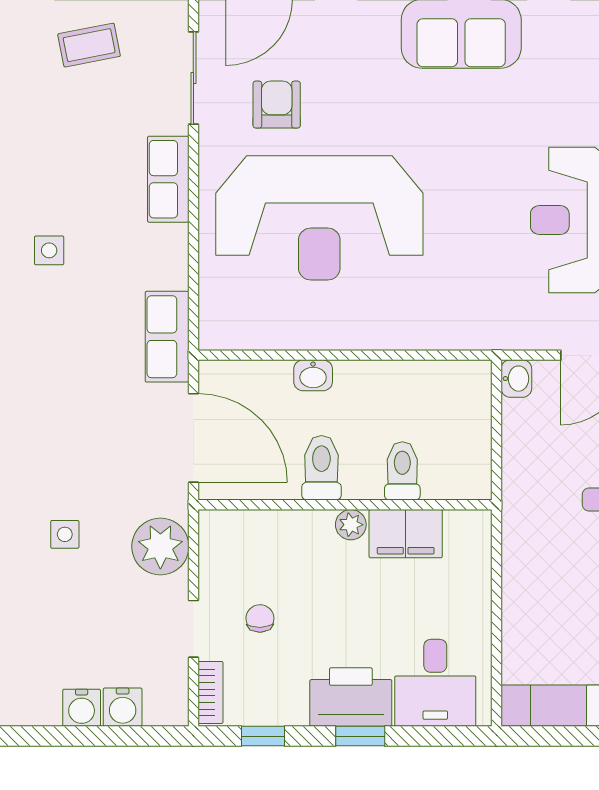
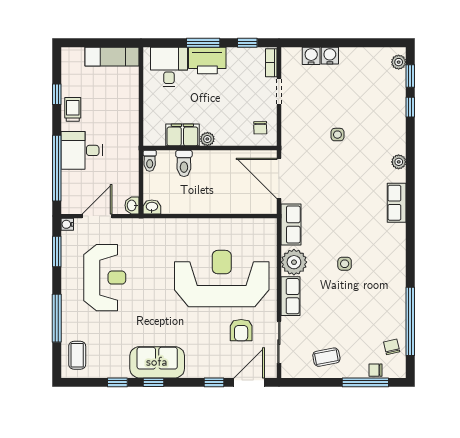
washbasin: (313, 375) -> (152, 207), moved
toilet: (321, 468) -> (150, 161), moved, width x0.73, depth x0.72
plant: (160, 546) -> (294, 262), moved
chair: (260, 618) -> (260, 128), moved
window: (360, 736) -> (203, 43), width x1.50

